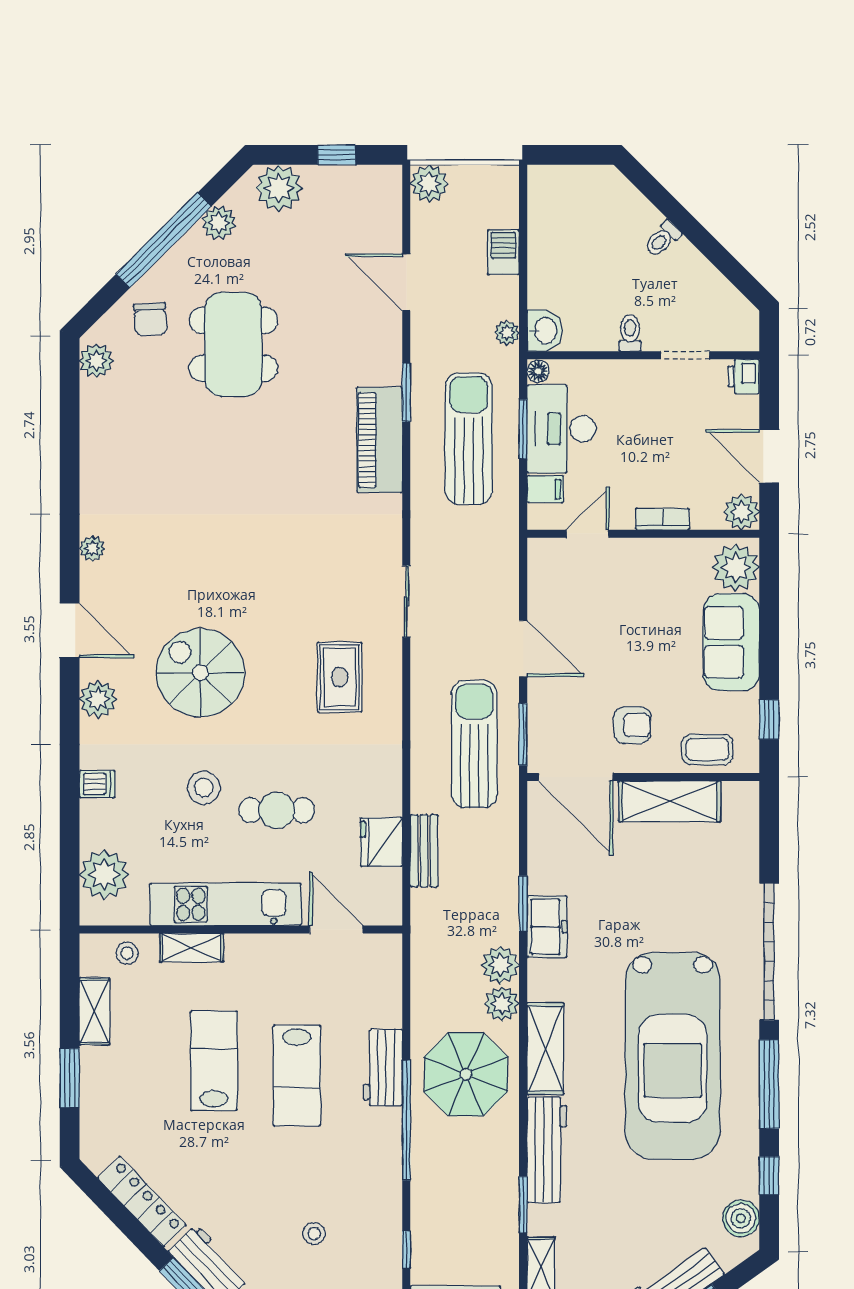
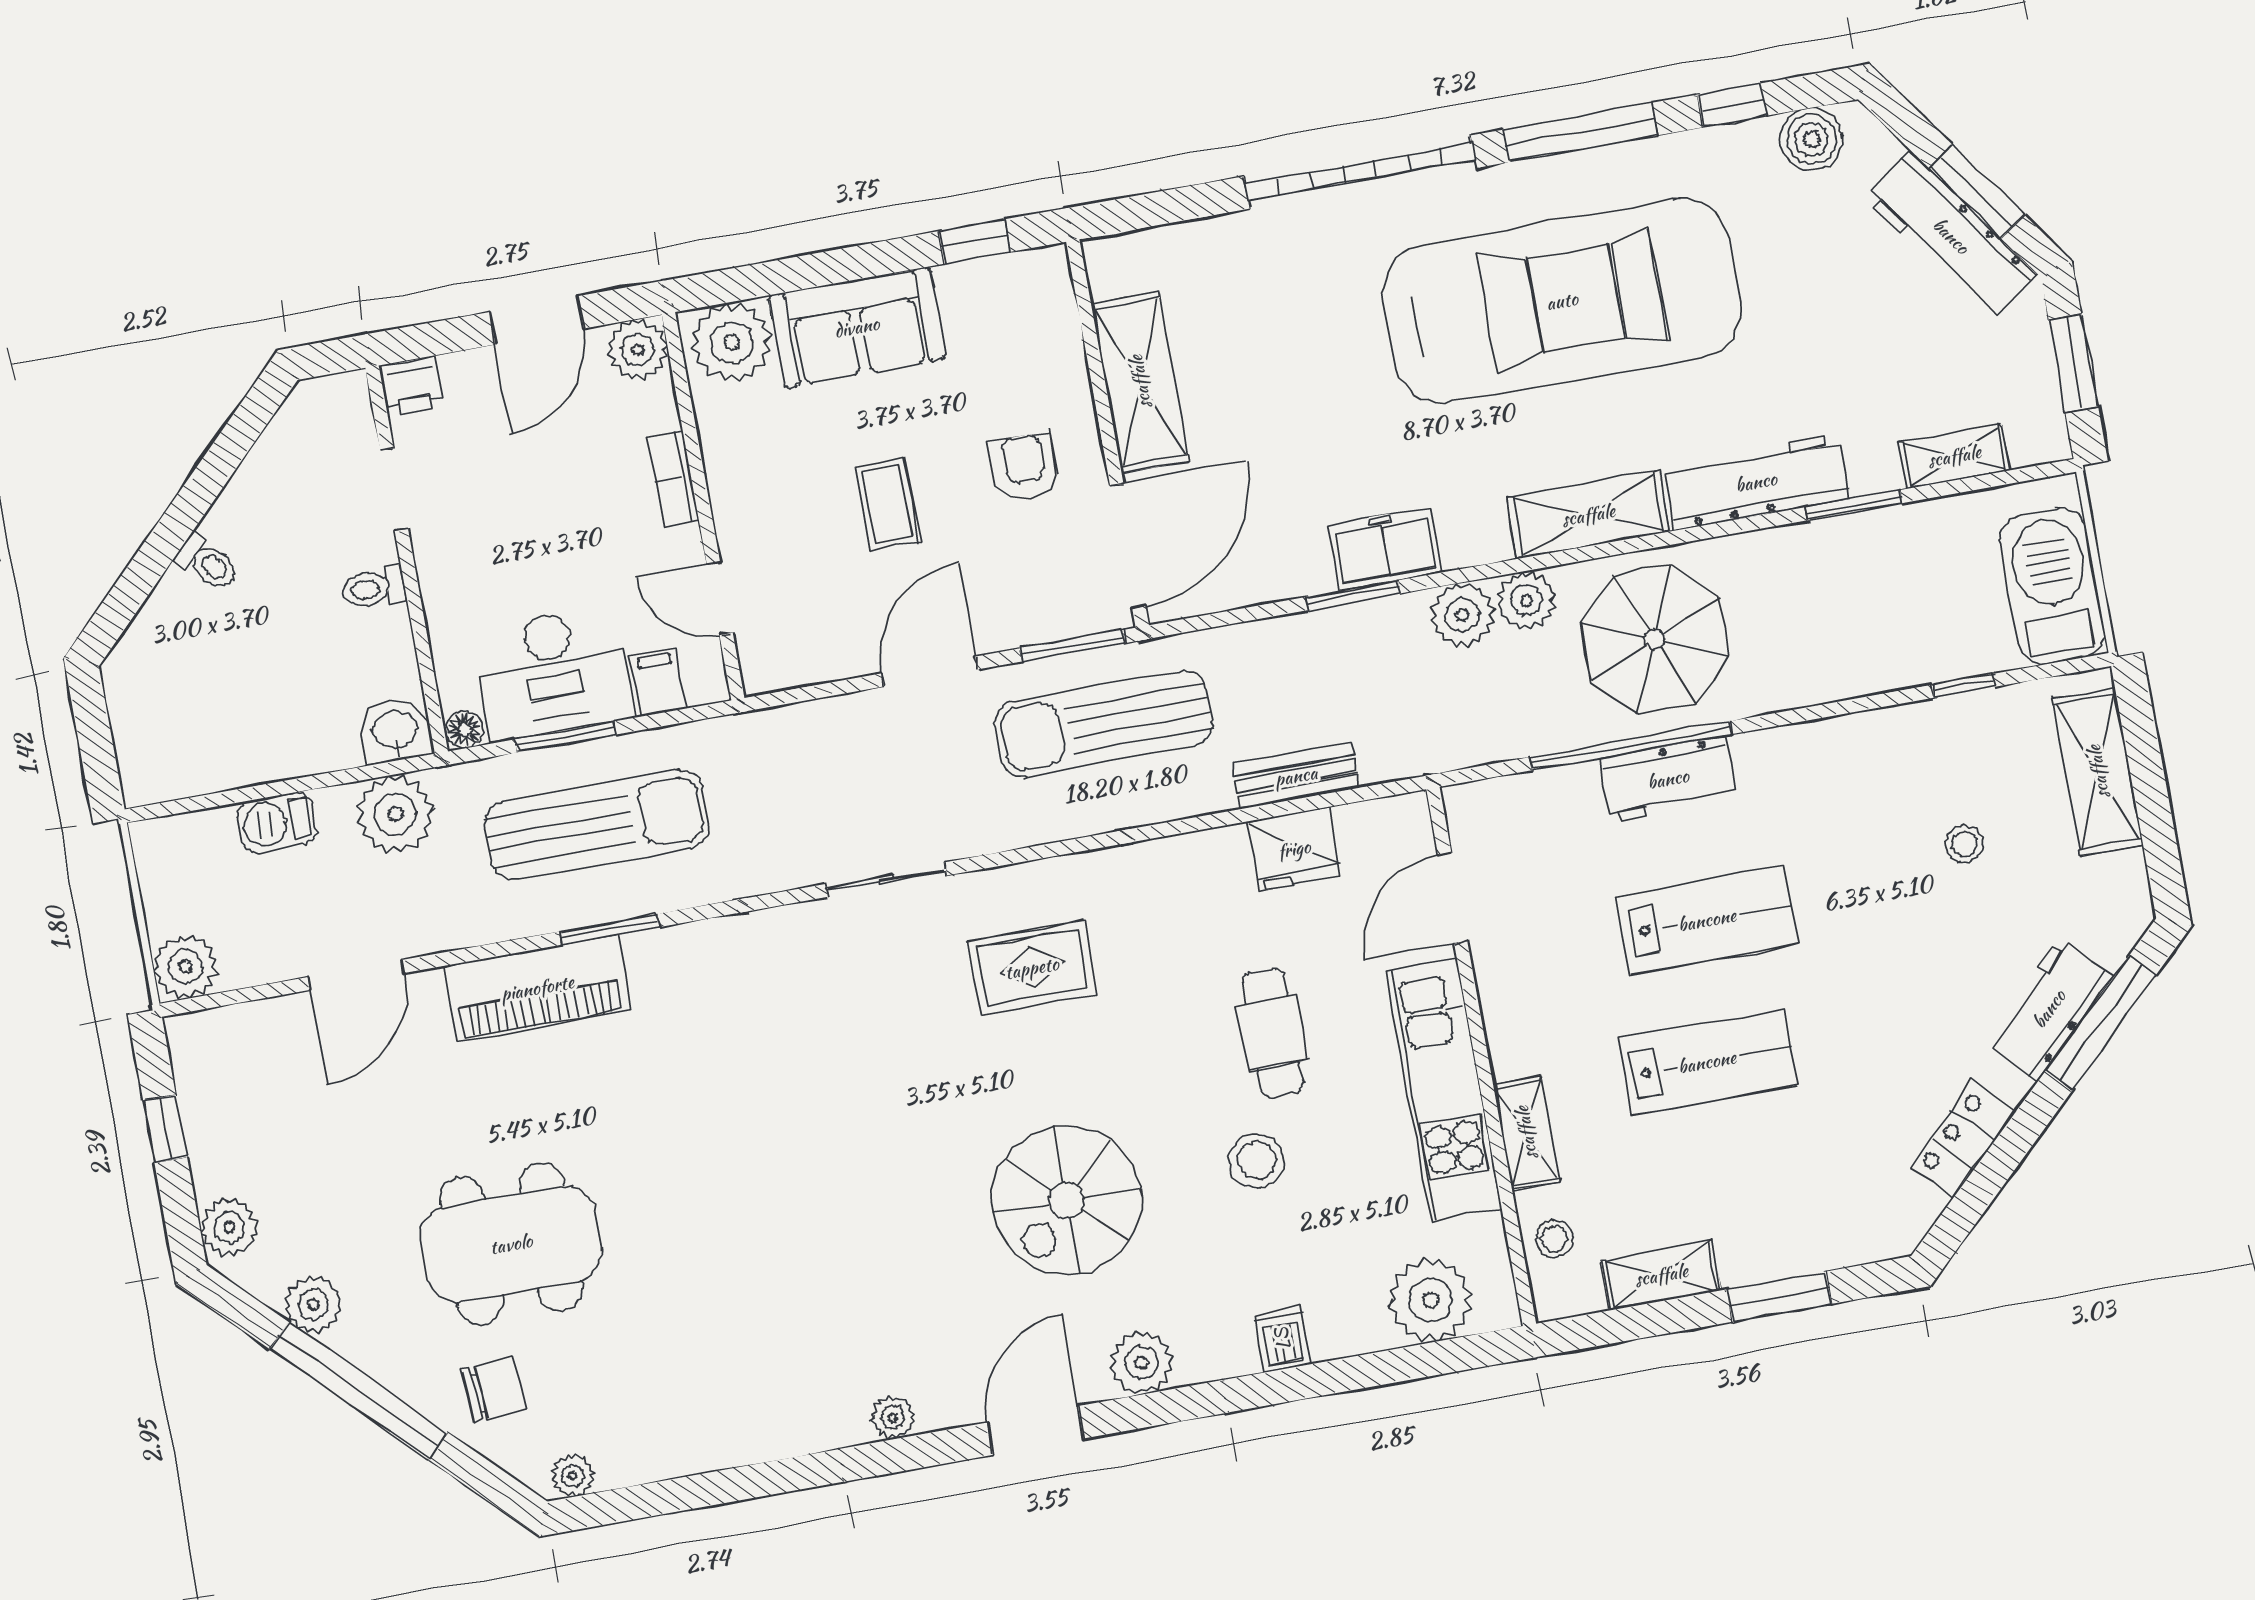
plant: (279, 188) -> (229, 1227), width x0.73, depth x0.73
plant: (507, 333) -> (395, 814), width x1.88, depth x1.88
plant: (96, 361) -> (573, 1476), width x0.73, depth x0.73
window: (406, 392) -> (609, 929), moved
sun lounger: (469, 439) -> (597, 825), turned 180
piano: (380, 440) -> (537, 988), moved
coffee table: (707, 749) -> (887, 504), moved
lab bench: (214, 1061) -> (1707, 1062), turned 180
window: (406, 1120) -> (1631, 746), moved
locker: (142, 1201) -> (1963, 1140), width x0.66

